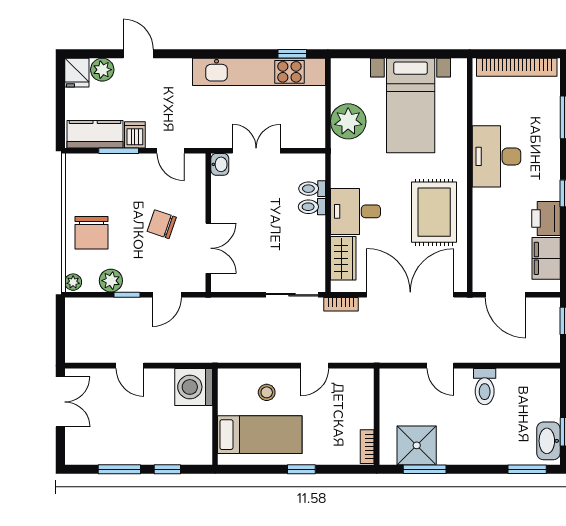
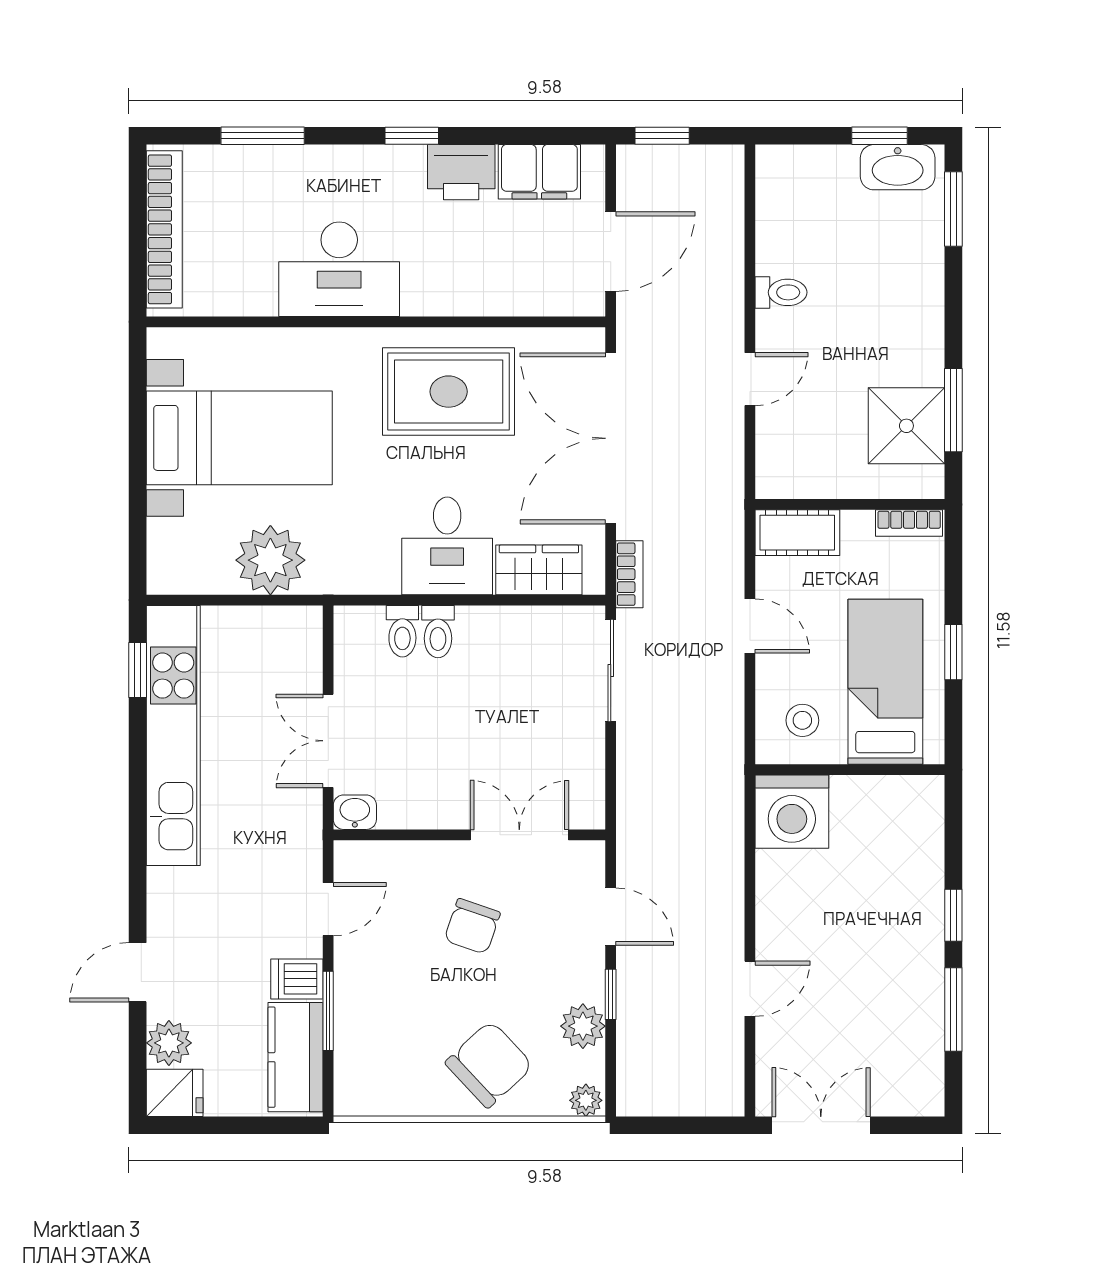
chair: (91, 233) -> (489, 1064), turned -43
washing machine: (194, 387) -> (792, 812), moved
toilet: (485, 387) -> (781, 292), width x0.73, depth x0.72
cot: (362, 390) -> (797, 533), added
wall: (215, 417) -> (850, 770), moved
bed: (260, 435) -> (885, 682), moved

